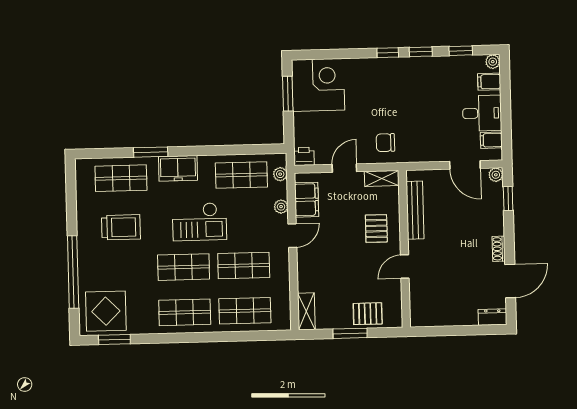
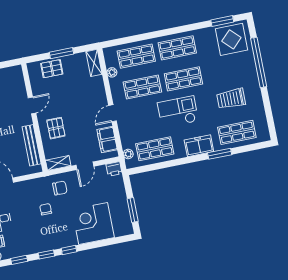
corner desk: (318, 85) -> (93, 223), moved, turned 90
chair: (411, 116) -> (46, 209), added
plant: (281, 207) -> (112, 72), moved

